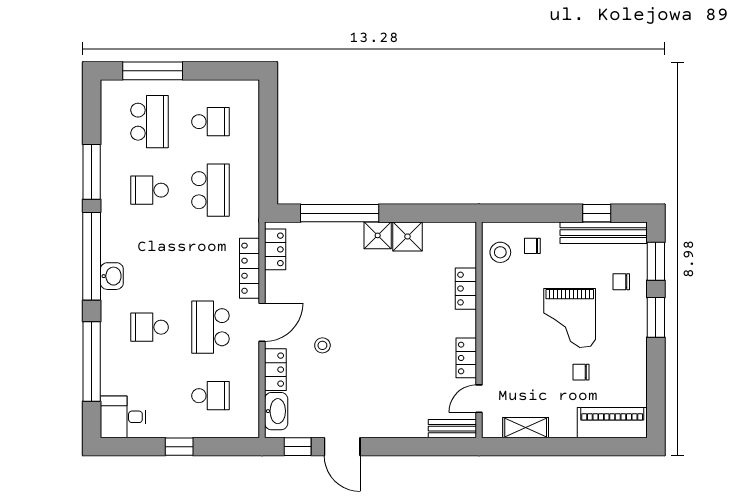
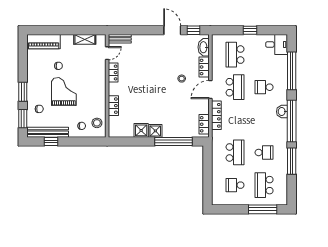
school desk: (210, 190) -> (235, 152), turned 180
school desk: (150, 327) -> (264, 87), turned 180
school desk: (210, 396) -> (235, 55), width x1.85

